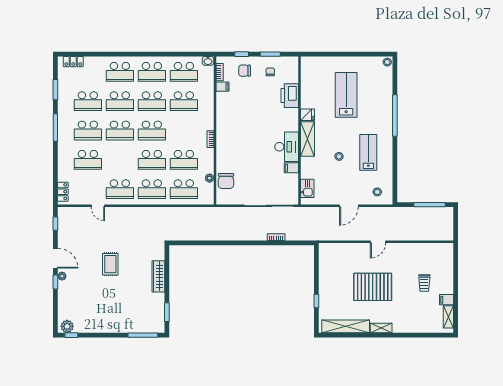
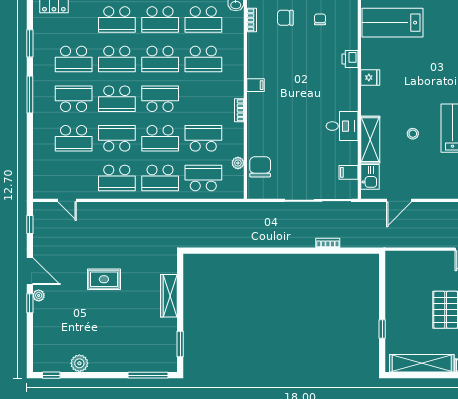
filing cabinet: (223, 87) -> (256, 85), moved
lab bench: (346, 95) -> (393, 23), moved, turned -90
printer: (290, 96) -> (350, 59), width x0.53, depth x0.68
school desk: (88, 131) -> (74, 99), turned 180
school desk: (152, 131) -> (160, 99), turned 180
shelving: (307, 139) -> (370, 140), moved
desk: (287, 147) -> (342, 126), width x0.73
school desk: (120, 160) -> (117, 138), added
school desk: (184, 160) -> (203, 138), turned 180
filing cabinet: (291, 168) -> (348, 172), moved
chair: (226, 181) -> (260, 167), turned 180
school desk: (184, 189) -> (203, 178), turned 180
locker: (63, 192) -> (40, 181), removed
door: (98, 206) -> (67, 200), moved
door: (349, 206) -> (399, 200), moved
rug: (110, 264) -> (104, 279), turned 90
plant: (67, 326) -> (79, 363), moved

